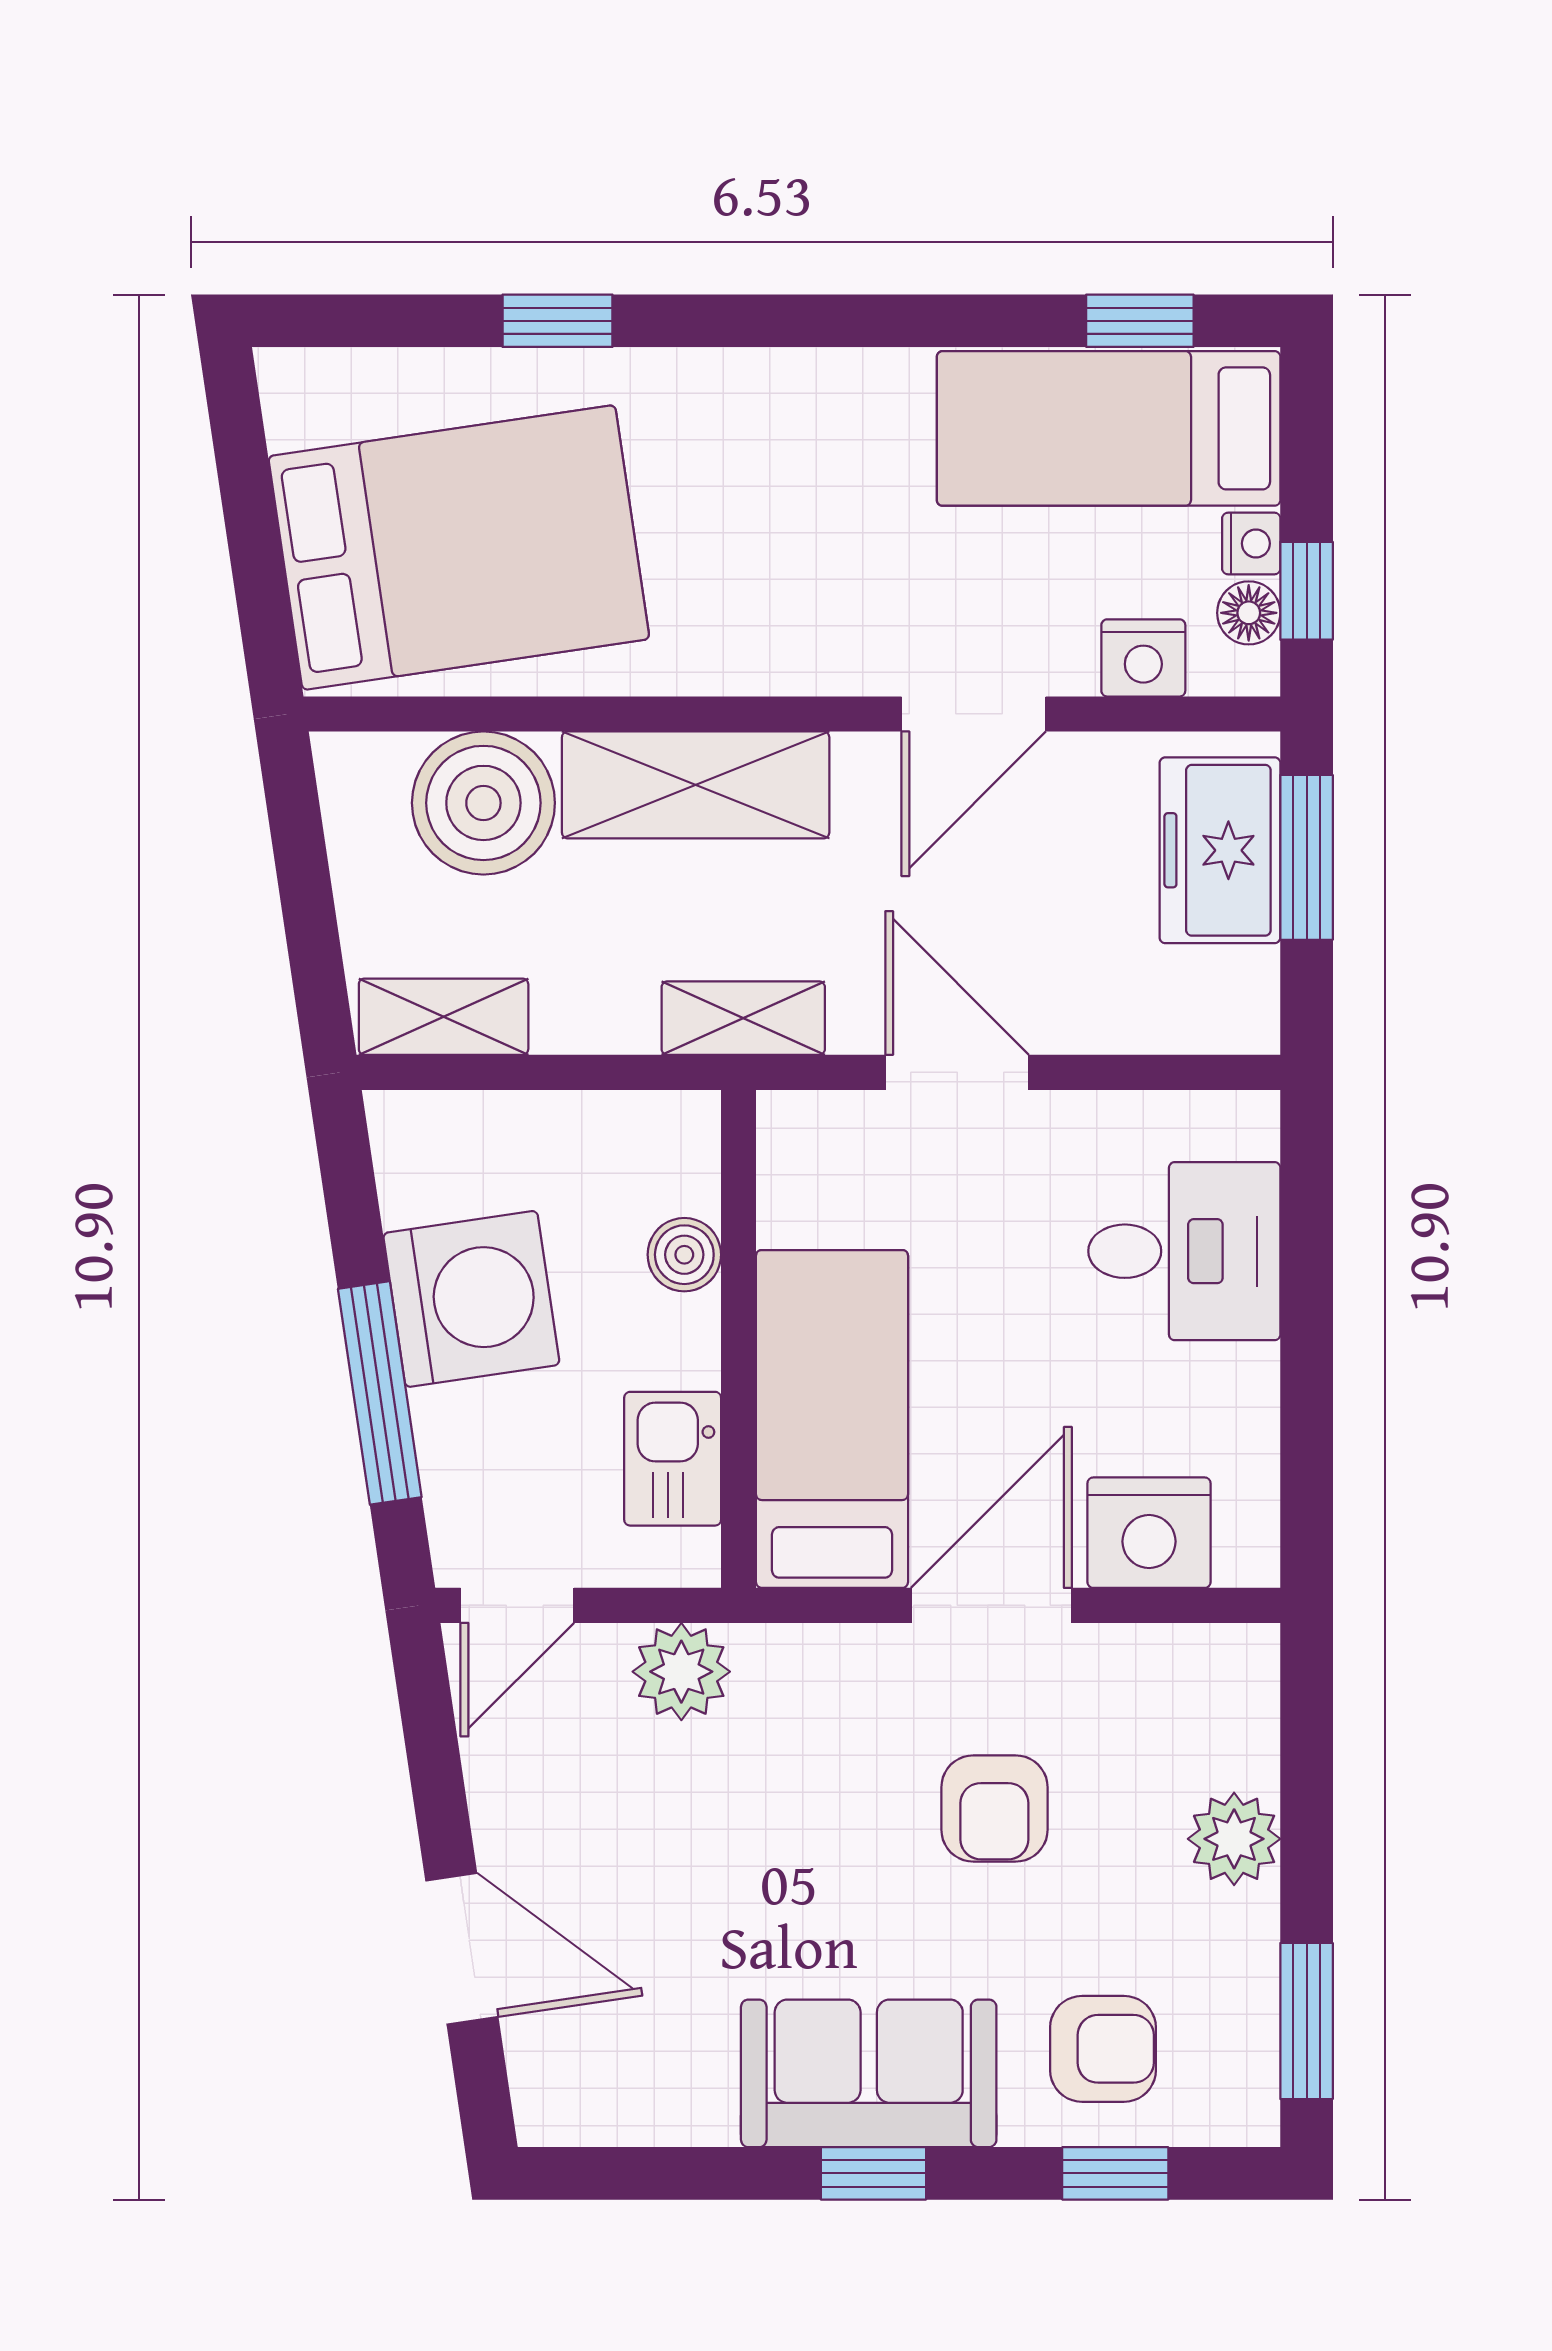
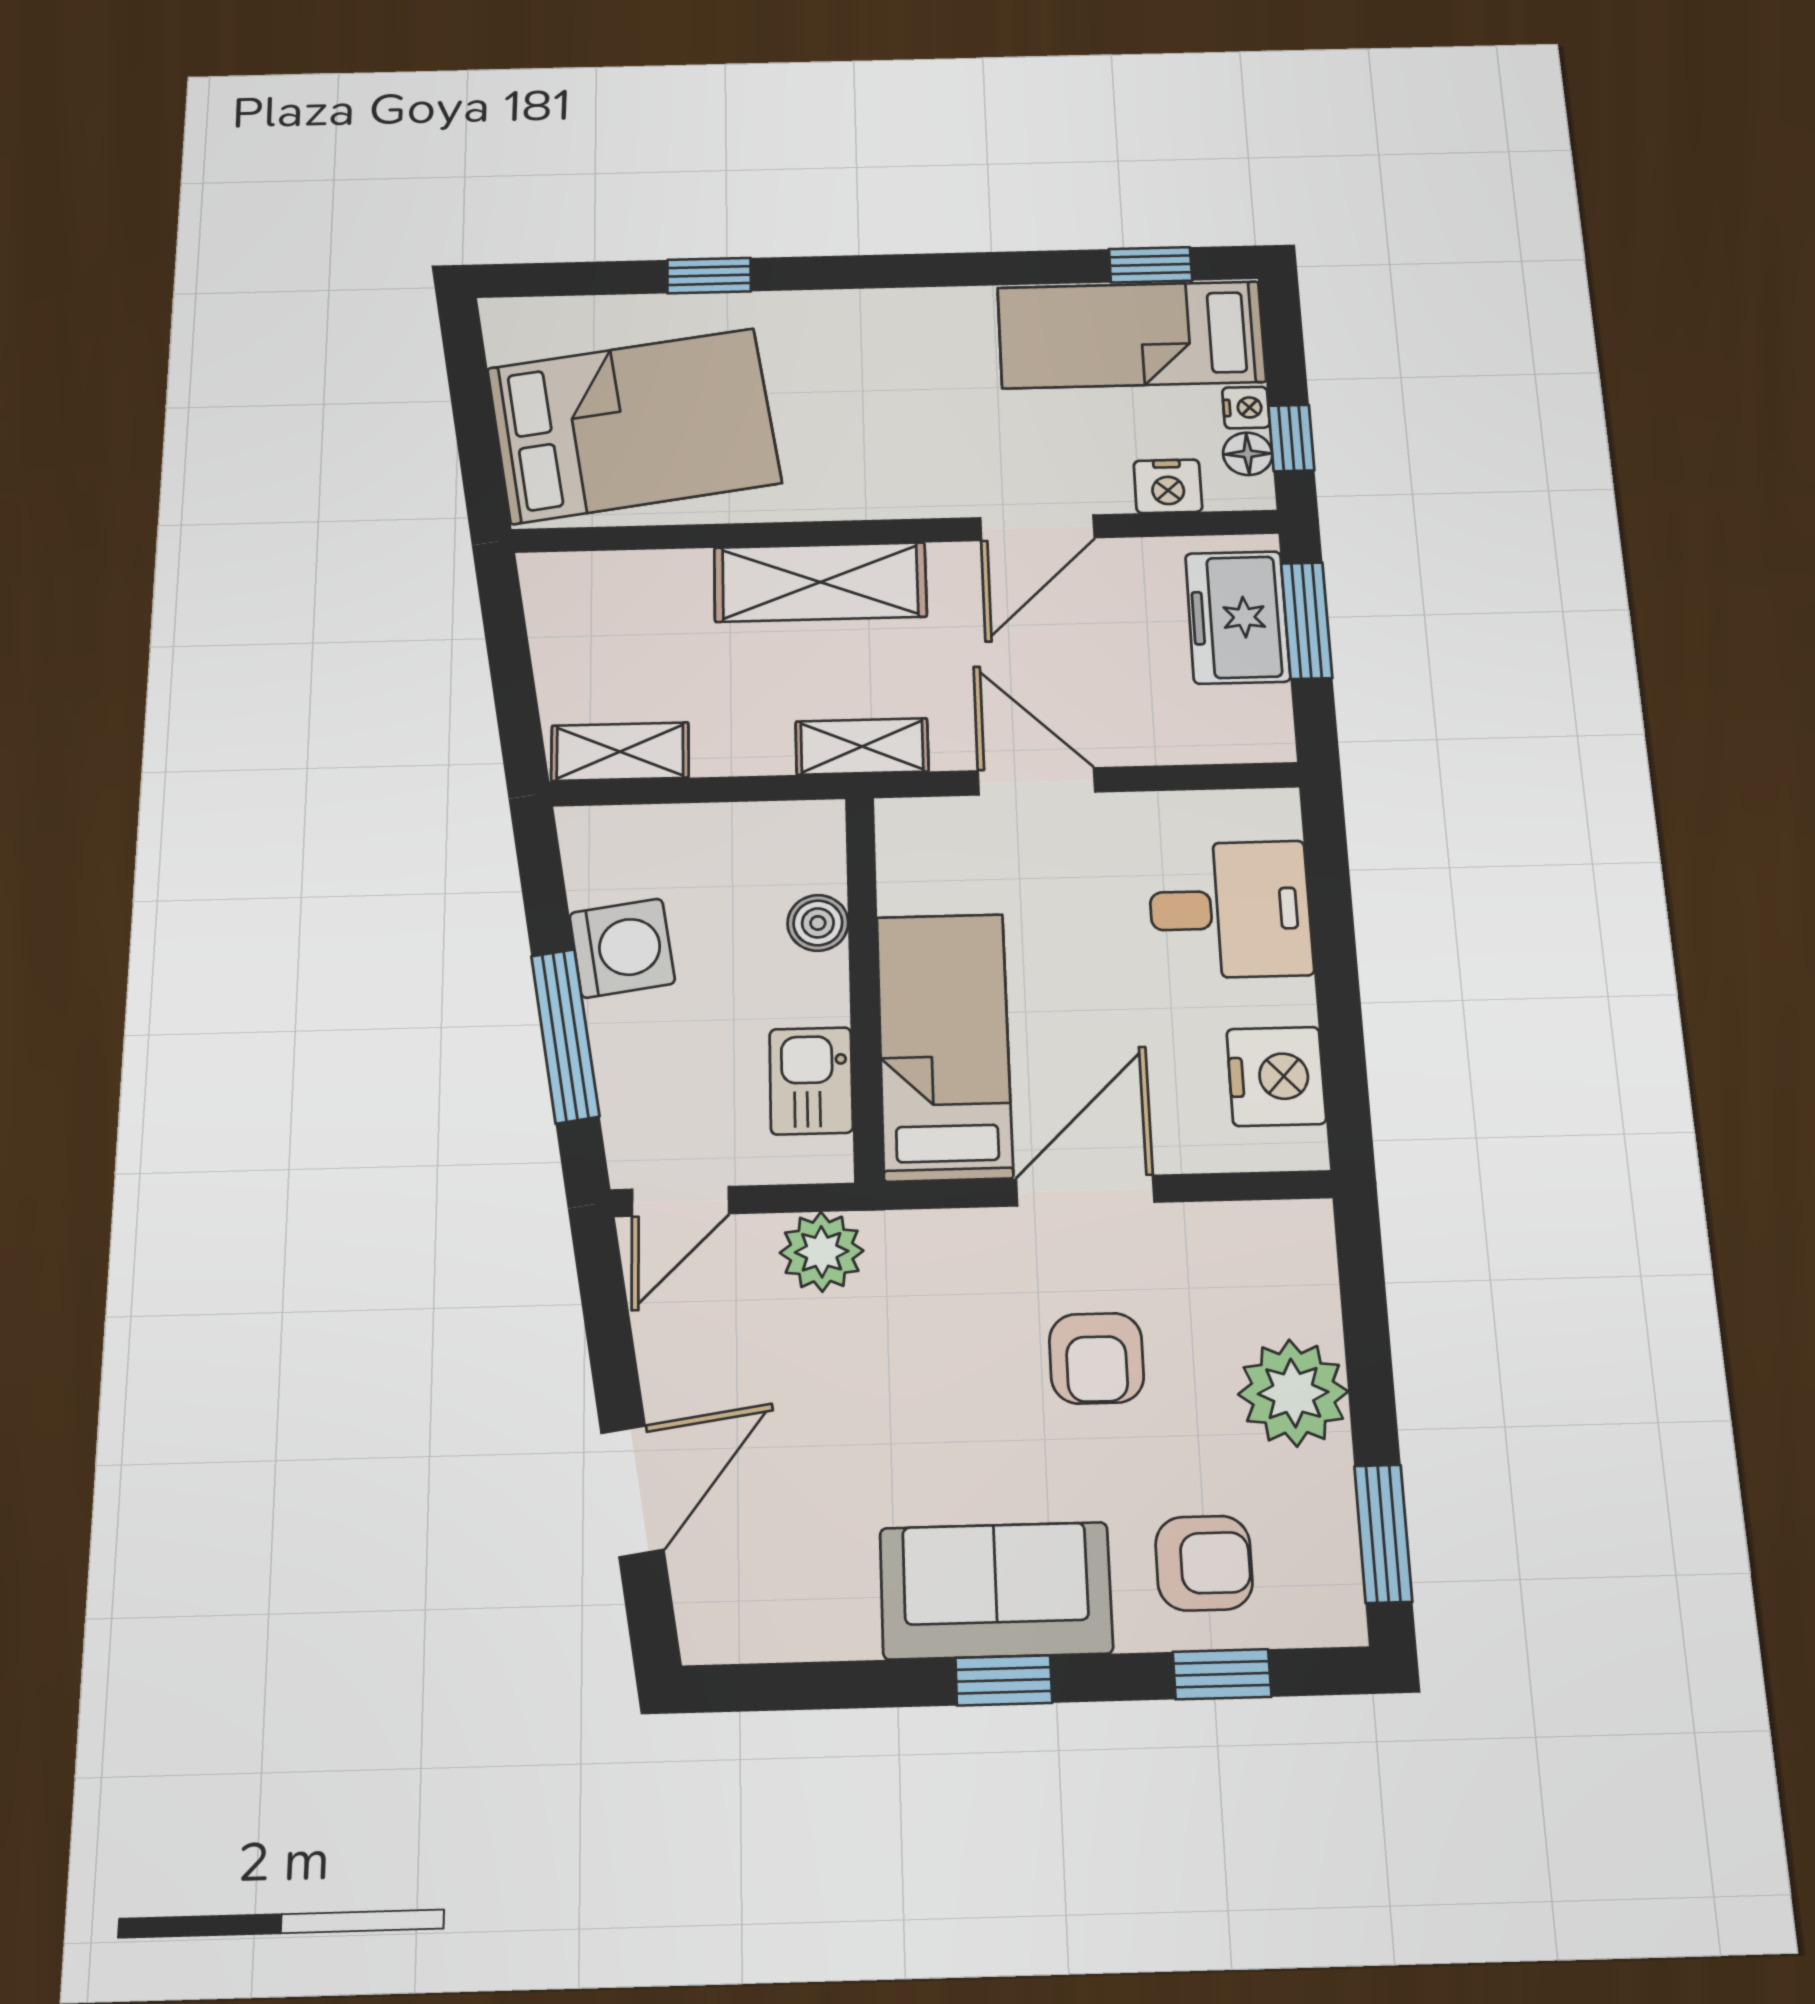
boiler: (483, 803) -> (652, 599), removed
washing machine: (471, 1299) -> (622, 948), width x0.73, depth x0.73
nightstand: (1149, 1533) -> (1276, 1076), moved, turned -90
plant: (1234, 1839) -> (1293, 1393), width x1.36, depth x1.36
door: (462, 1949) -> (632, 1491), hinge flipped

